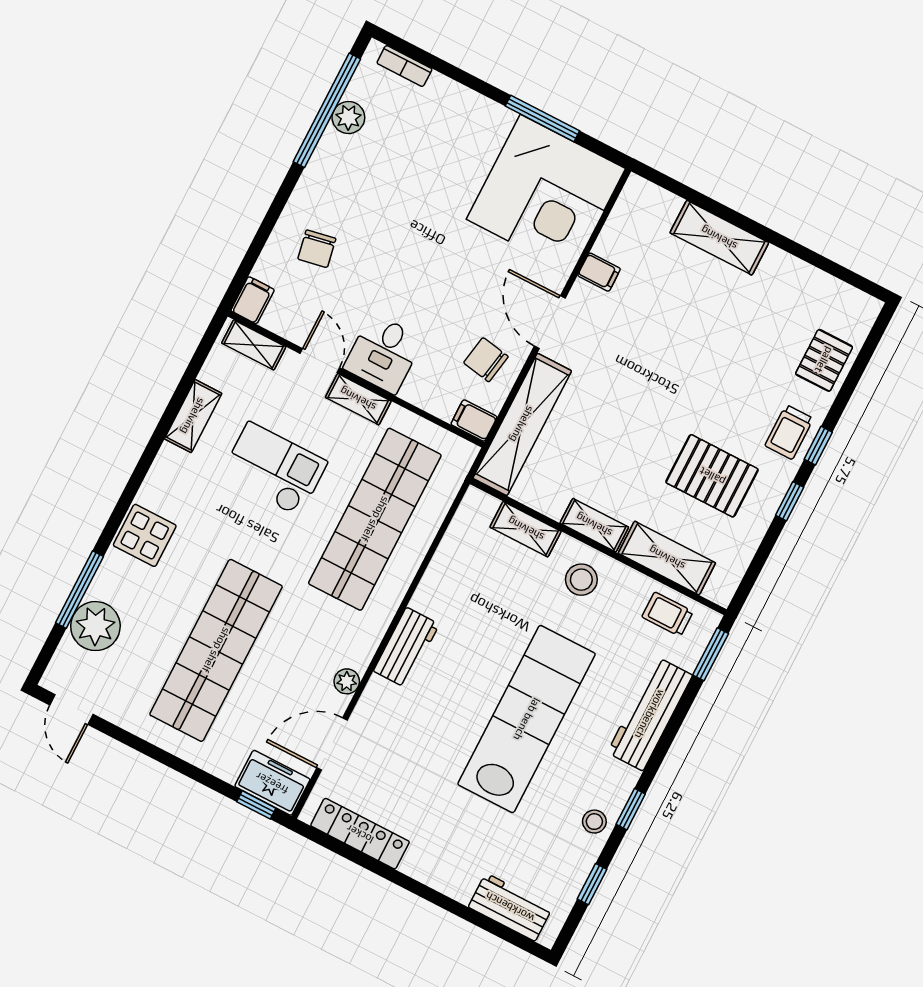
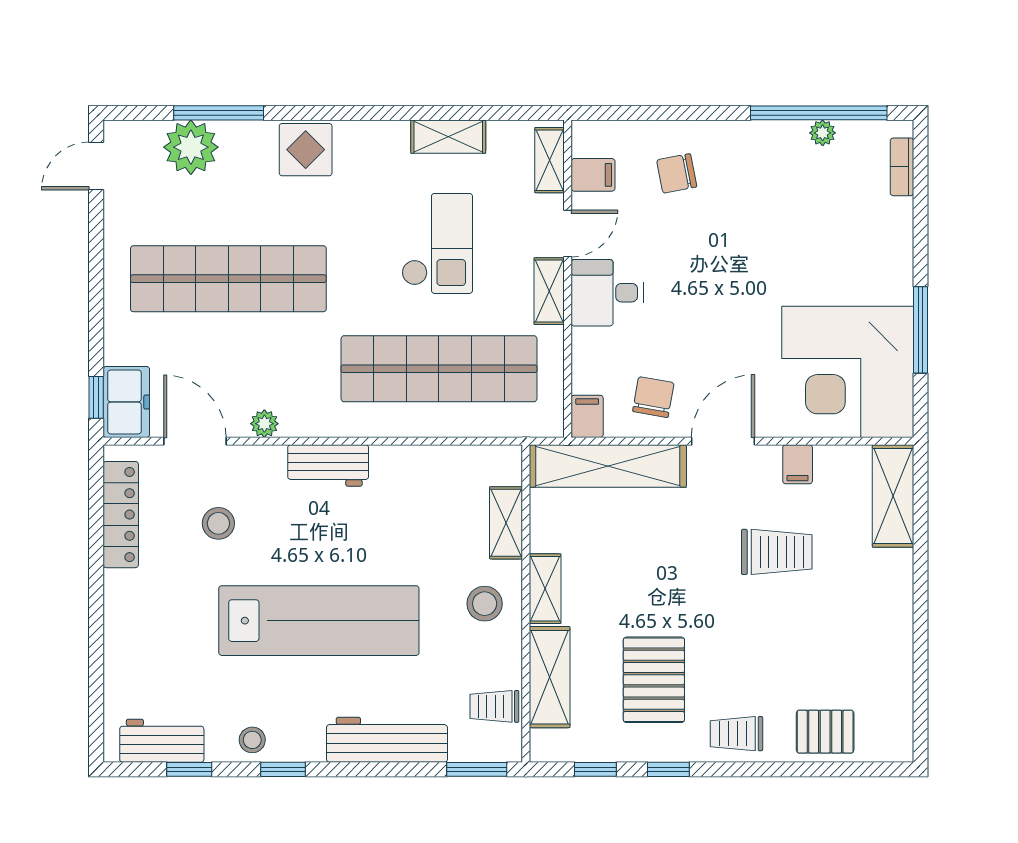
plant: (348, 118) -> (823, 133), width x0.73, depth x0.73
shelving: (719, 238) -> (893, 496), moved
filing cabinet: (253, 300) -> (593, 175), moved
trolley: (660, 325) -> (777, 552), added
window: (818, 446) -> (595, 769), moved
trolley: (667, 614) -> (494, 706), turned -90
stool: (407, 759) -> (218, 523), added
workbench: (510, 907) -> (162, 741), moved, turned -90

